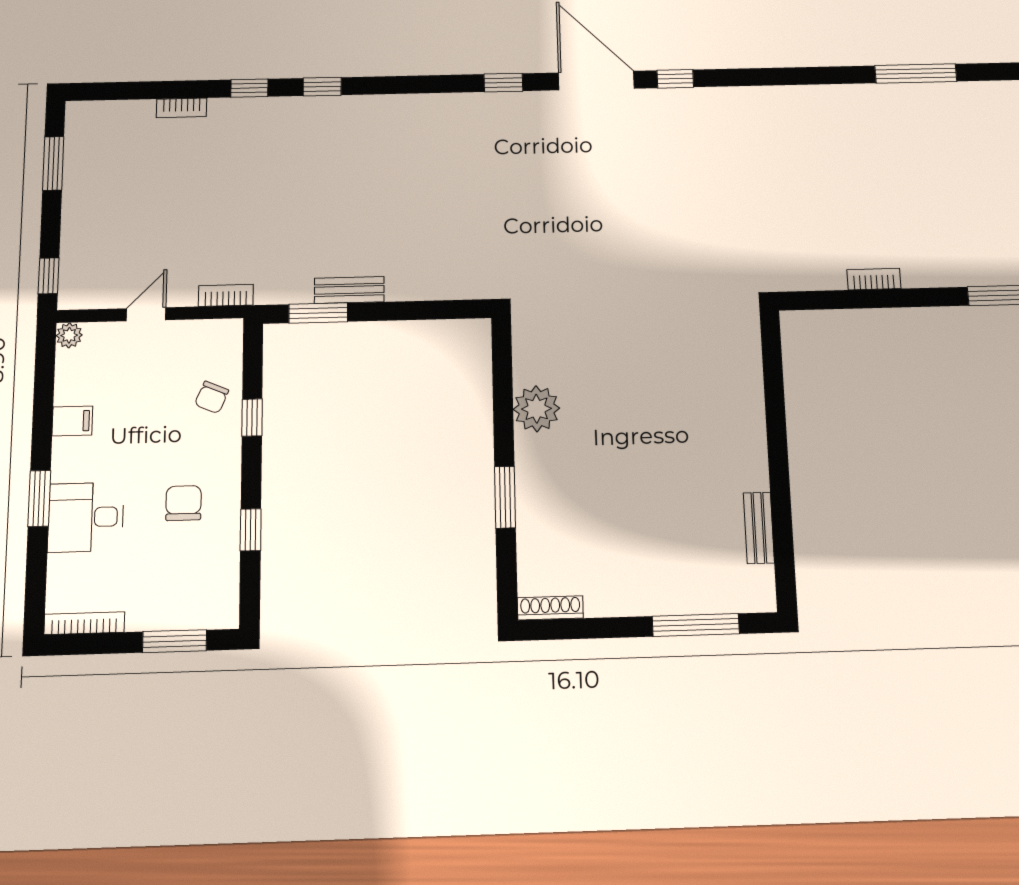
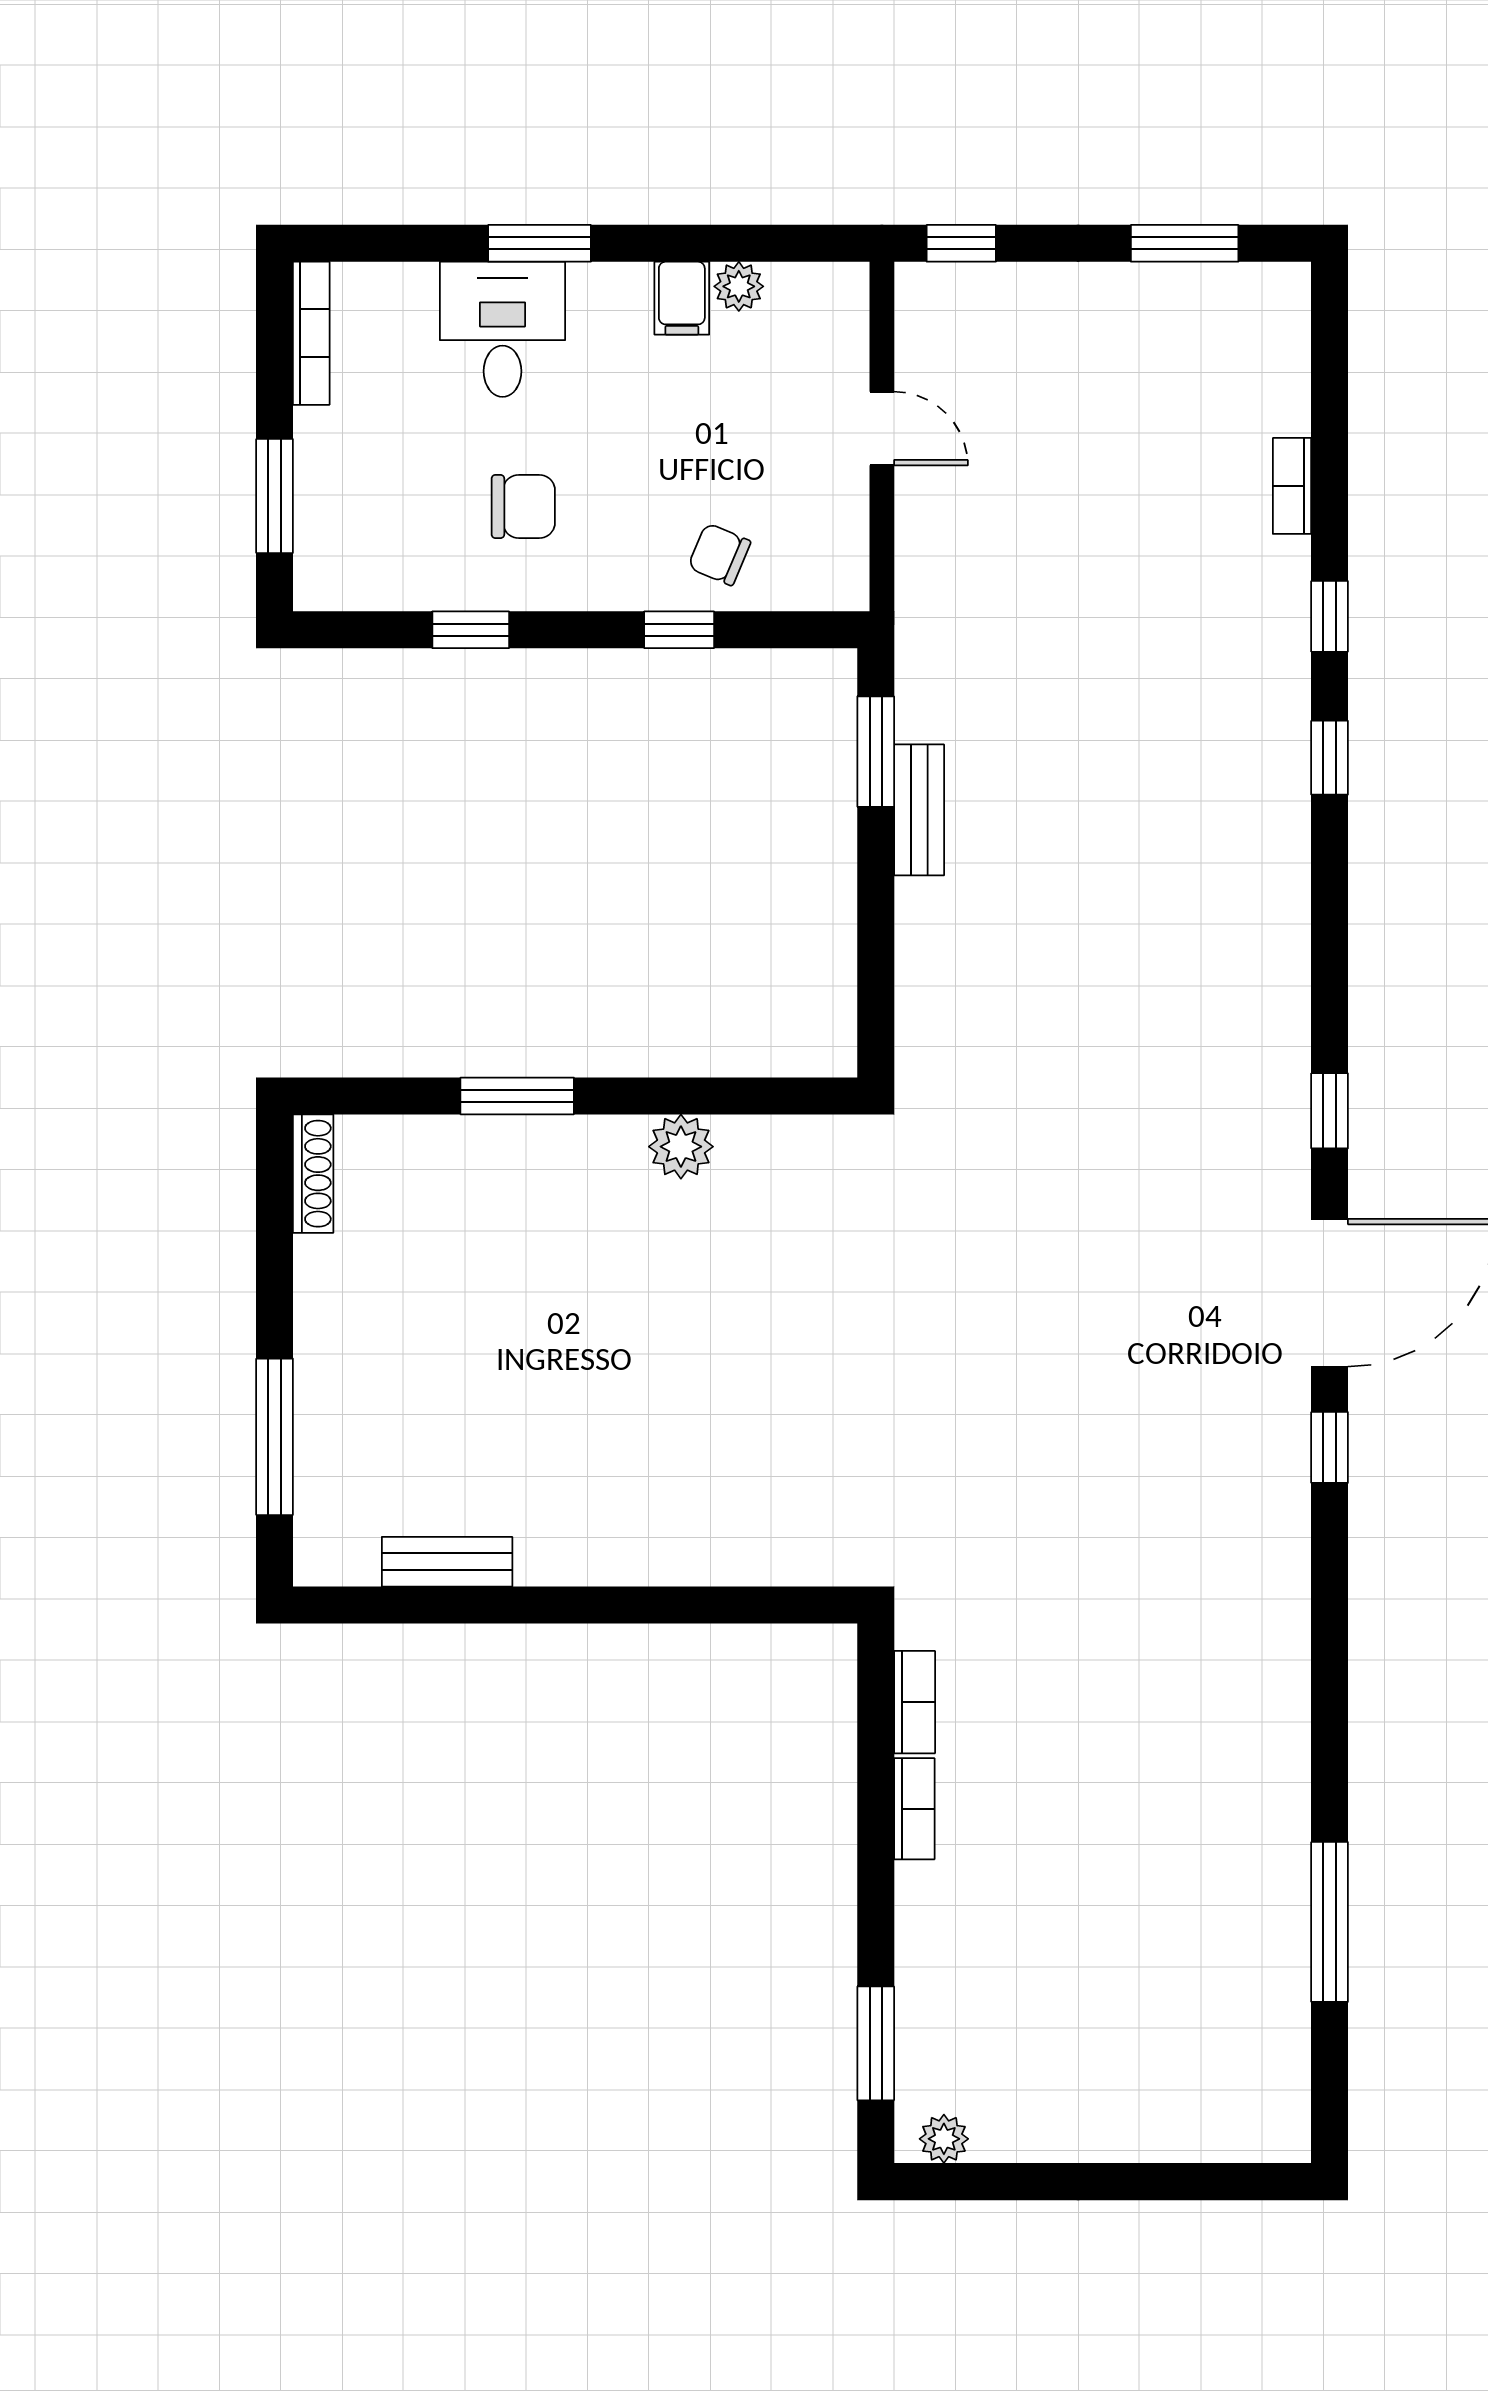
bookcase: (226, 295) -> (915, 1702), moved
plant: (69, 335) -> (739, 286), moved
plant: (536, 409) -> (681, 1147), width x0.73, depth x0.73

